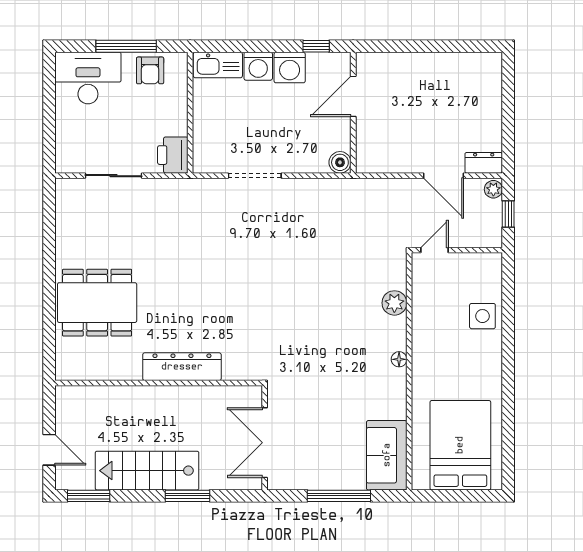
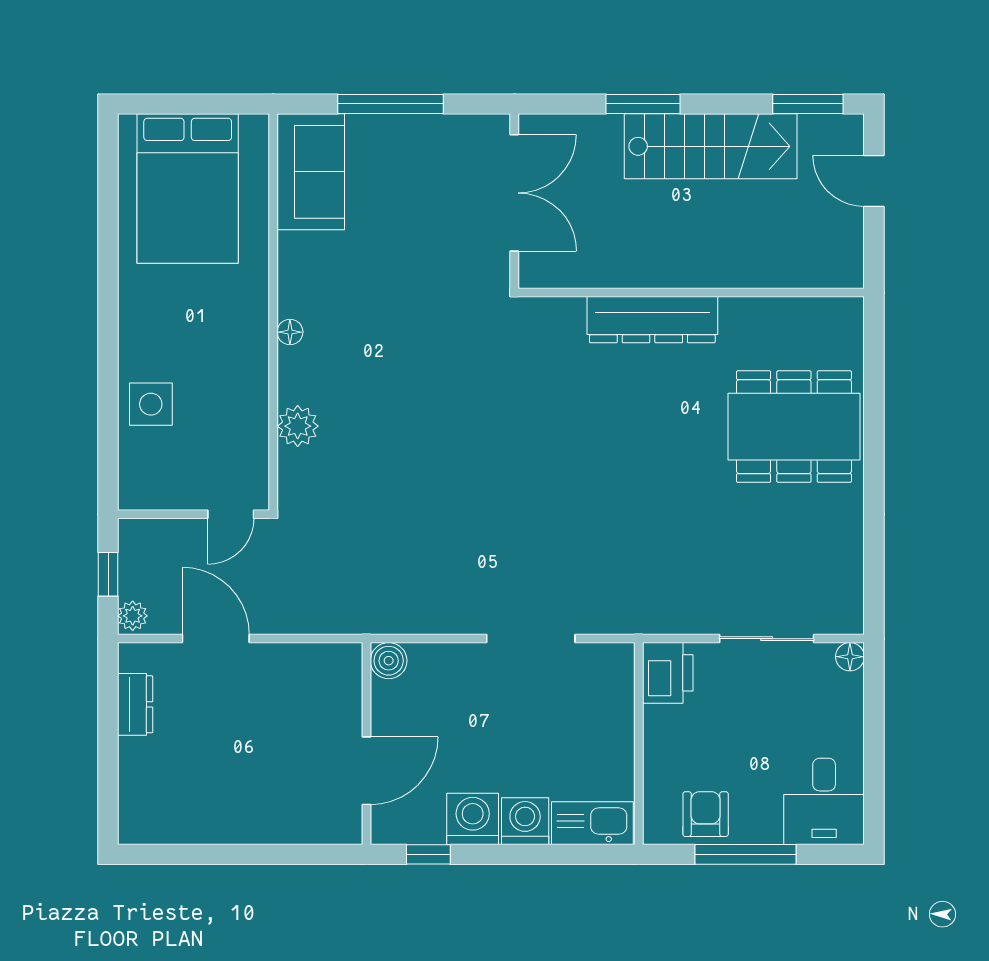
desk: (88, 78) -> (824, 801), width x0.73
dresser: (484, 163) -> (135, 704), moved, turned -90
floor lamp: (64, 165) -> (850, 657), added

